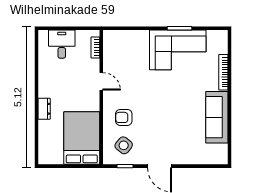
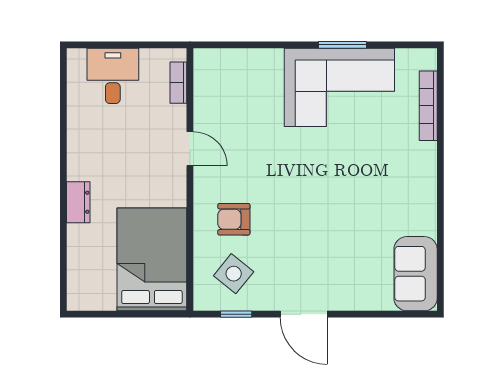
bookcase: (223, 72) -> (428, 106), moved
sofa: (217, 117) -> (416, 274), moved, width x0.73

